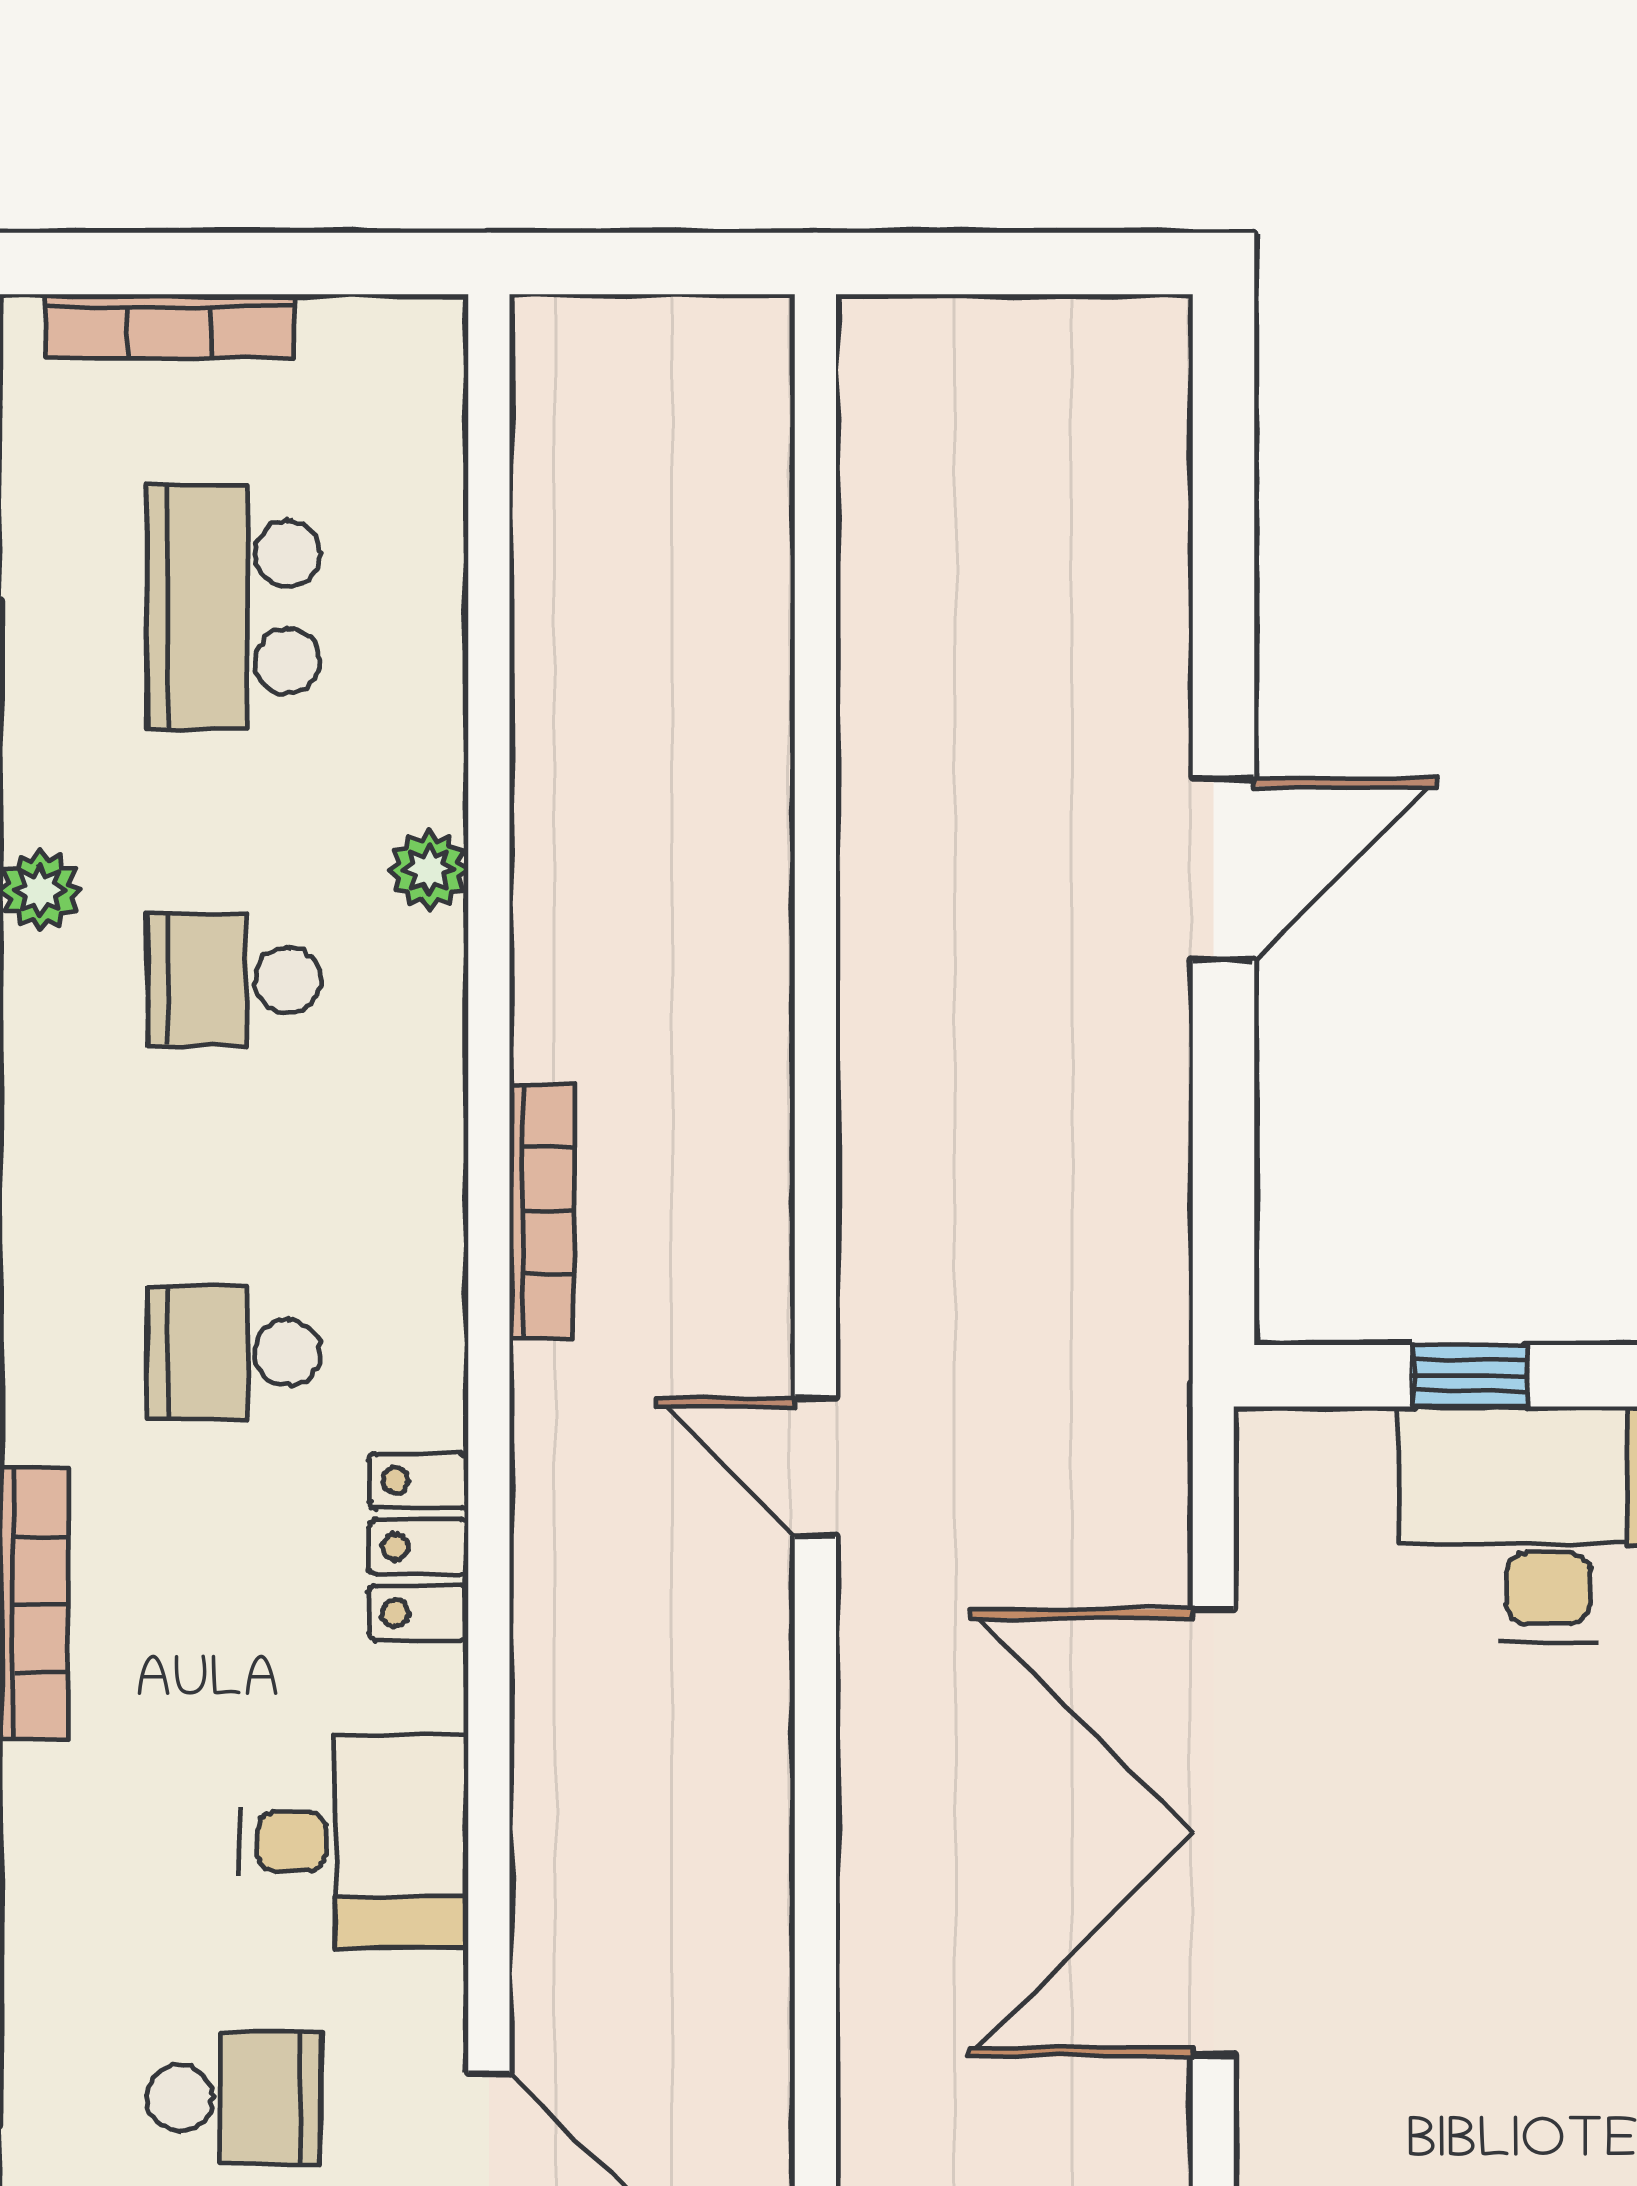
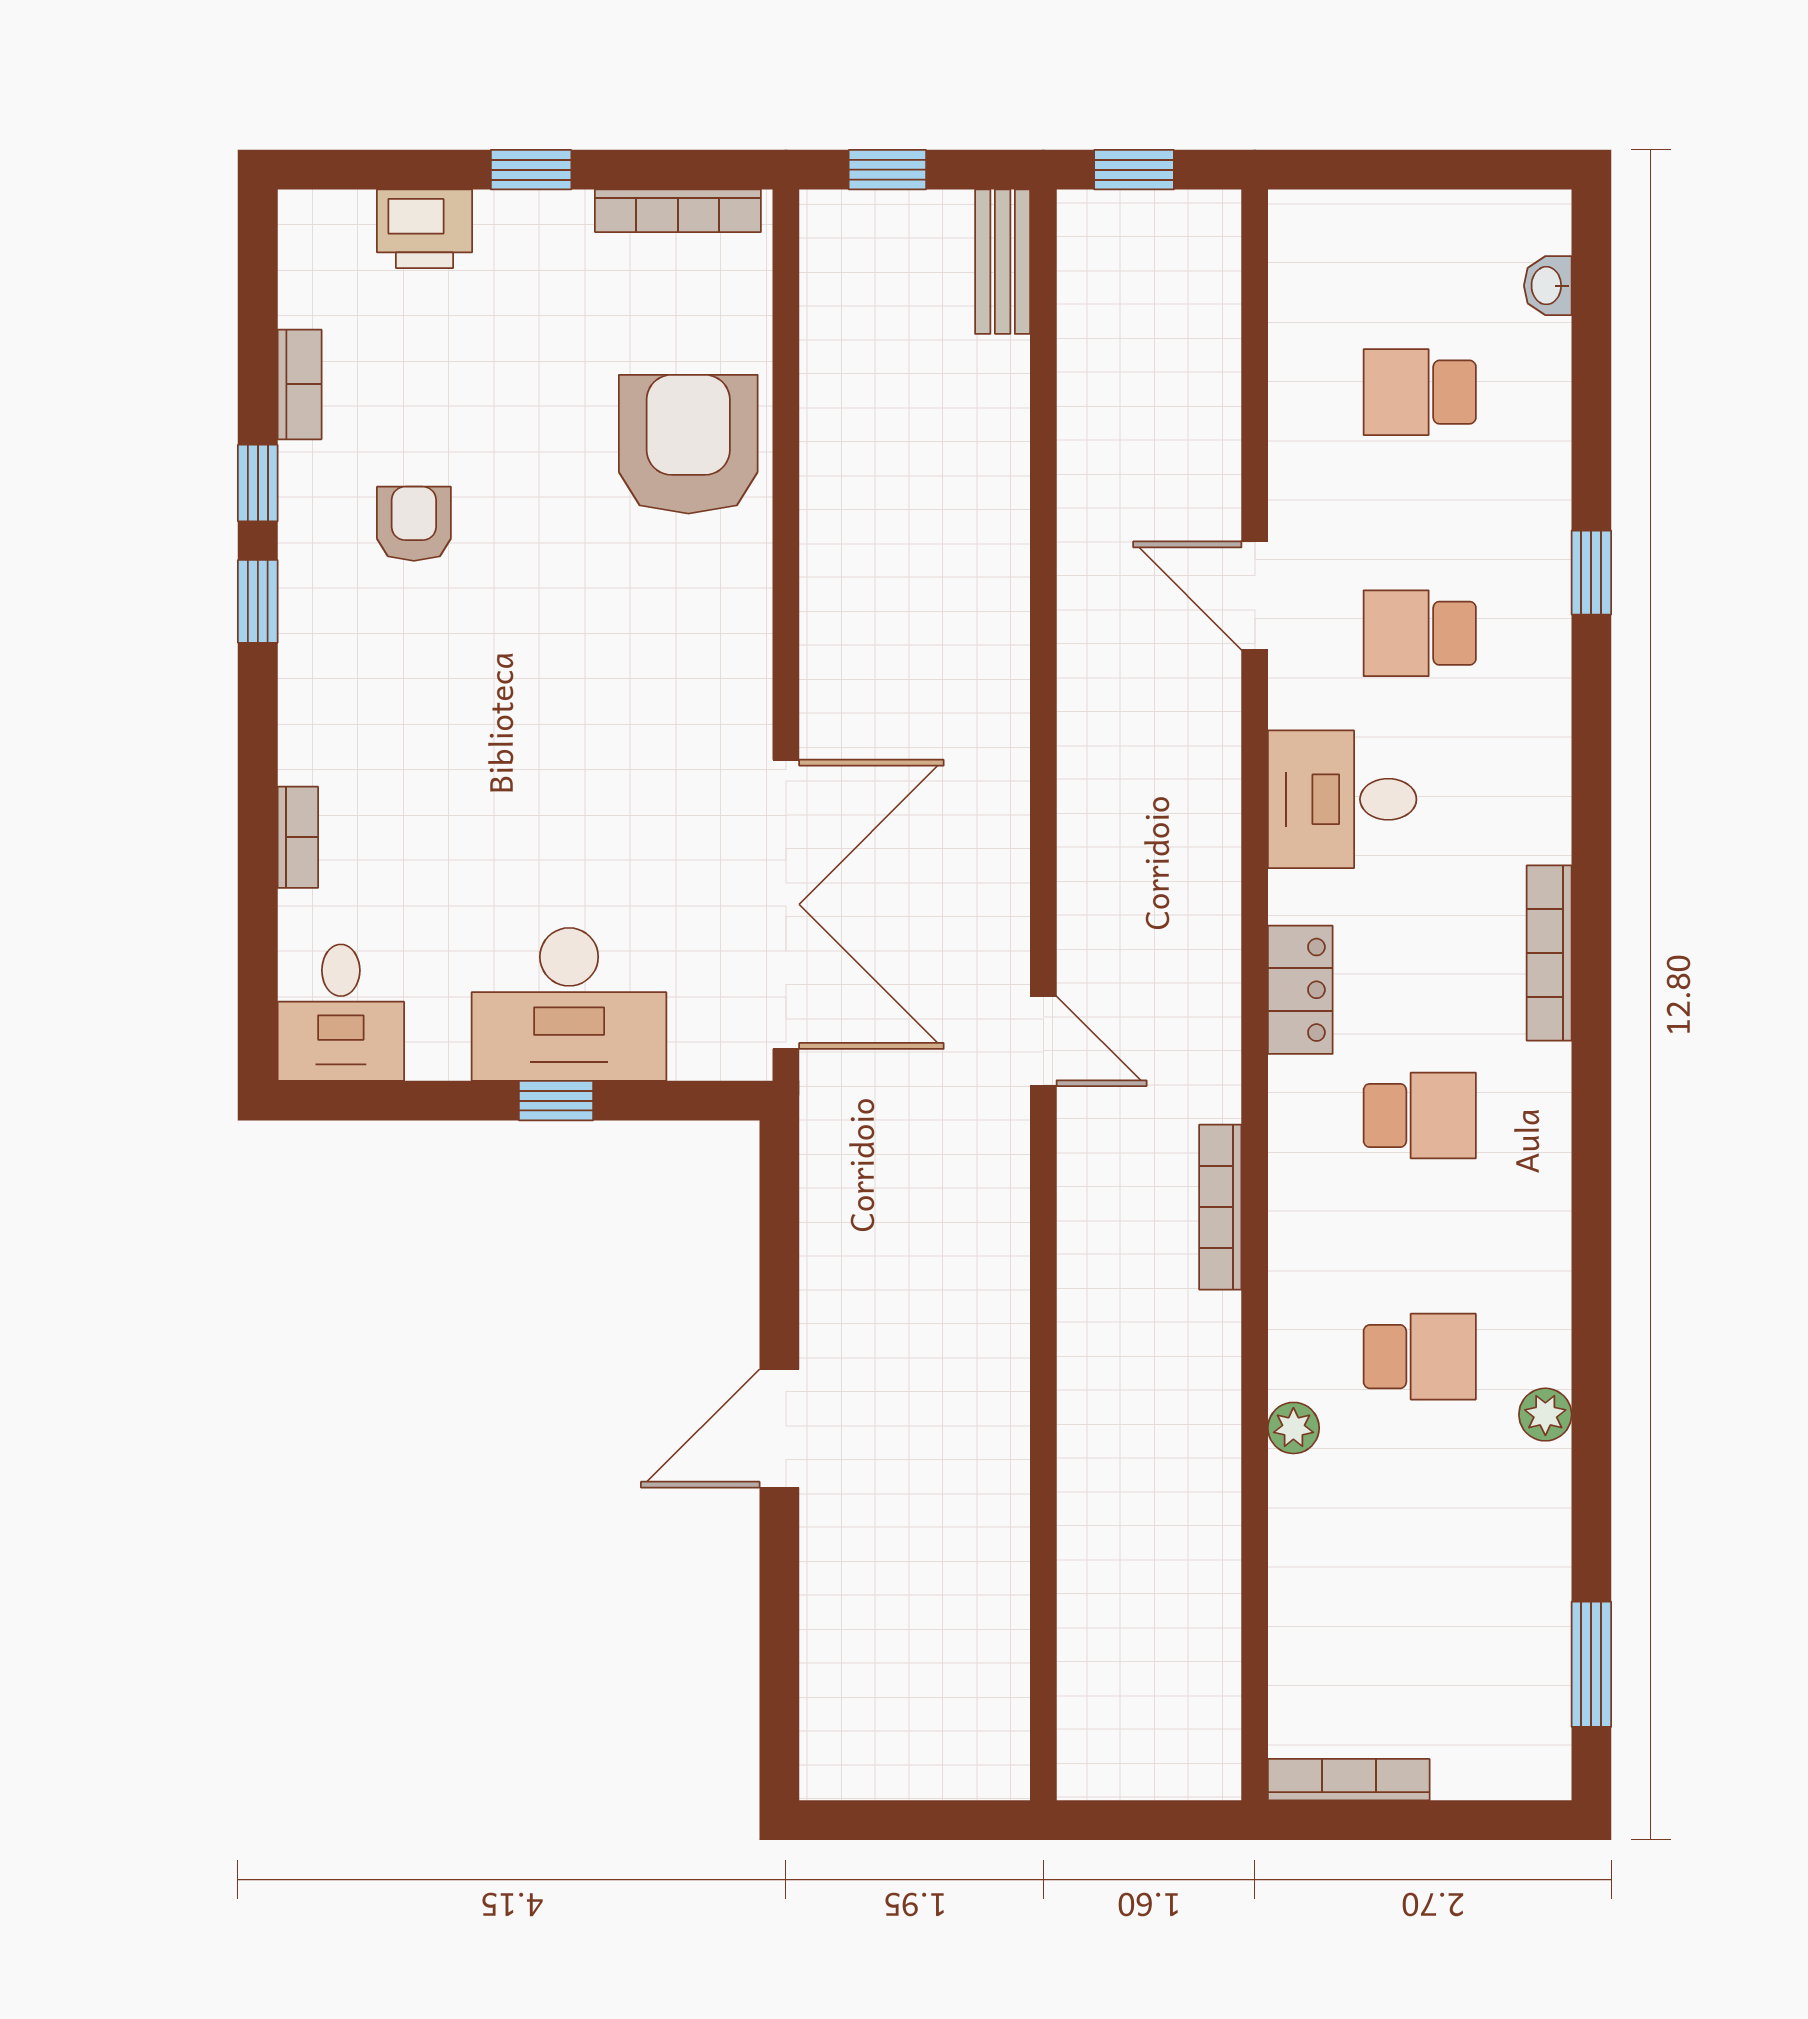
bookcase: (170, 326) -> (1349, 1780), moved
school desk: (234, 607) -> (1420, 1598), removed
window: (1469, 1376) -> (556, 1101), moved
double door: (1213, 1833) -> (786, 904), moved

